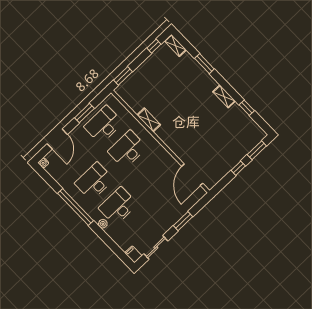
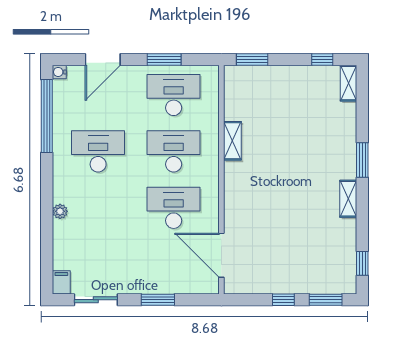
window: (204, 64) -> (362, 160), moved
window: (247, 108) -> (362, 263), moved
door: (192, 175) -> (221, 255), hinge flipped
desk: (118, 206) -> (174, 208), moved
window: (75, 207) -> (47, 116), moved

